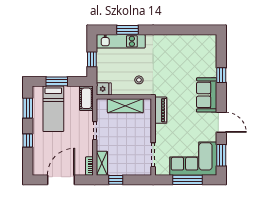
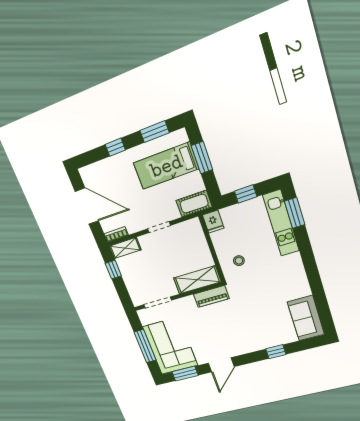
window: (127, 30) -> (295, 213), moved
sofa: (207, 95) -> (306, 318), moved, turned -90
shelving: (125, 106) -> (197, 280), moved, turned 90

